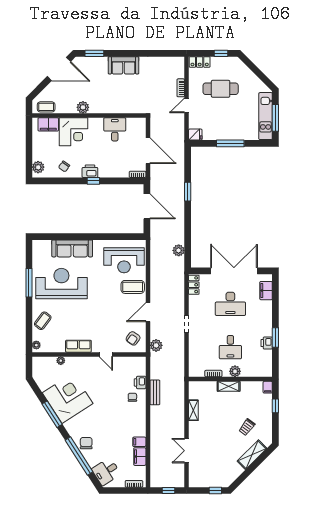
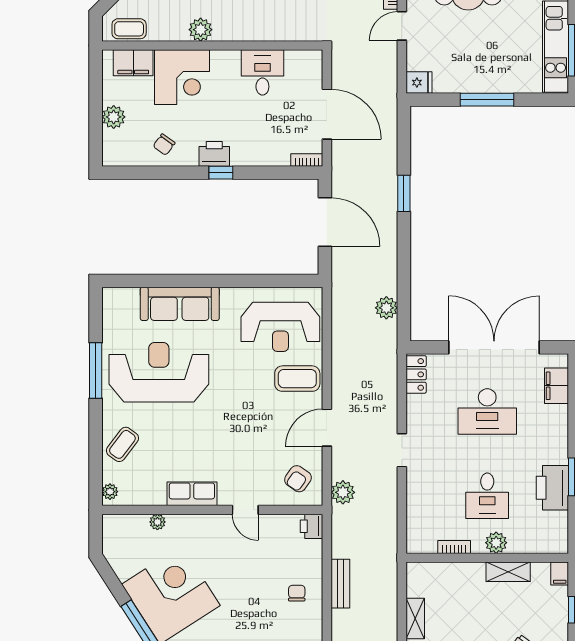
plant: (38, 167) -> (114, 117), moved
printer: (267, 343) -> (552, 488), width x1.87, depth x1.48
printer: (140, 382) -> (312, 526), moved
shelving: (229, 386) -> (508, 572), moved

